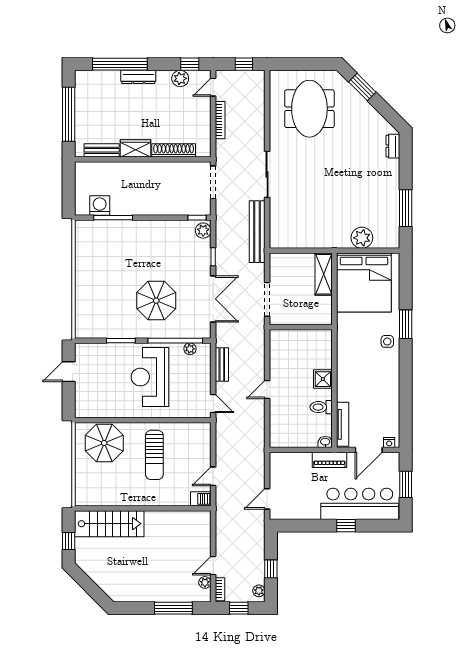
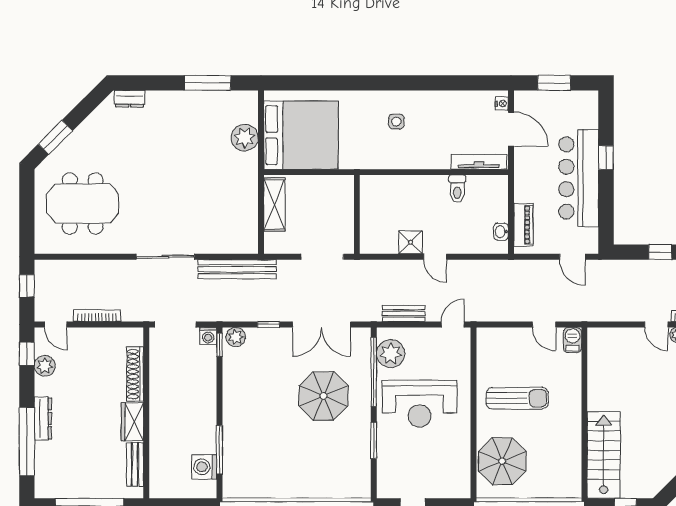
washing machine: (204, 209) -> (208, 336), added
shelving: (324, 274) -> (274, 204), moved, turned 90
double door: (213, 299) -> (322, 324), swing flipped
window: (406, 324) -> (353, 83), removed
side table: (387, 341) -> (396, 122), moved
plant: (190, 349) -> (391, 354), width x1.87, depth x1.87
shower: (323, 379) -> (410, 242), moved
washbasin: (325, 442) -> (501, 232), moved
piano: (329, 460) -> (524, 225), moved
bar counter: (360, 504) -> (579, 178), moved

